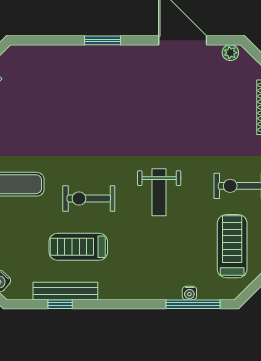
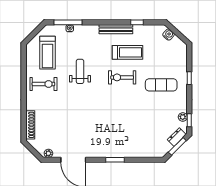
weight bench: (159, 192) -> (80, 71), moved
exercise bike: (89, 199) -> (122, 77), turned 180
bench: (65, 291) -> (116, 29), moved

